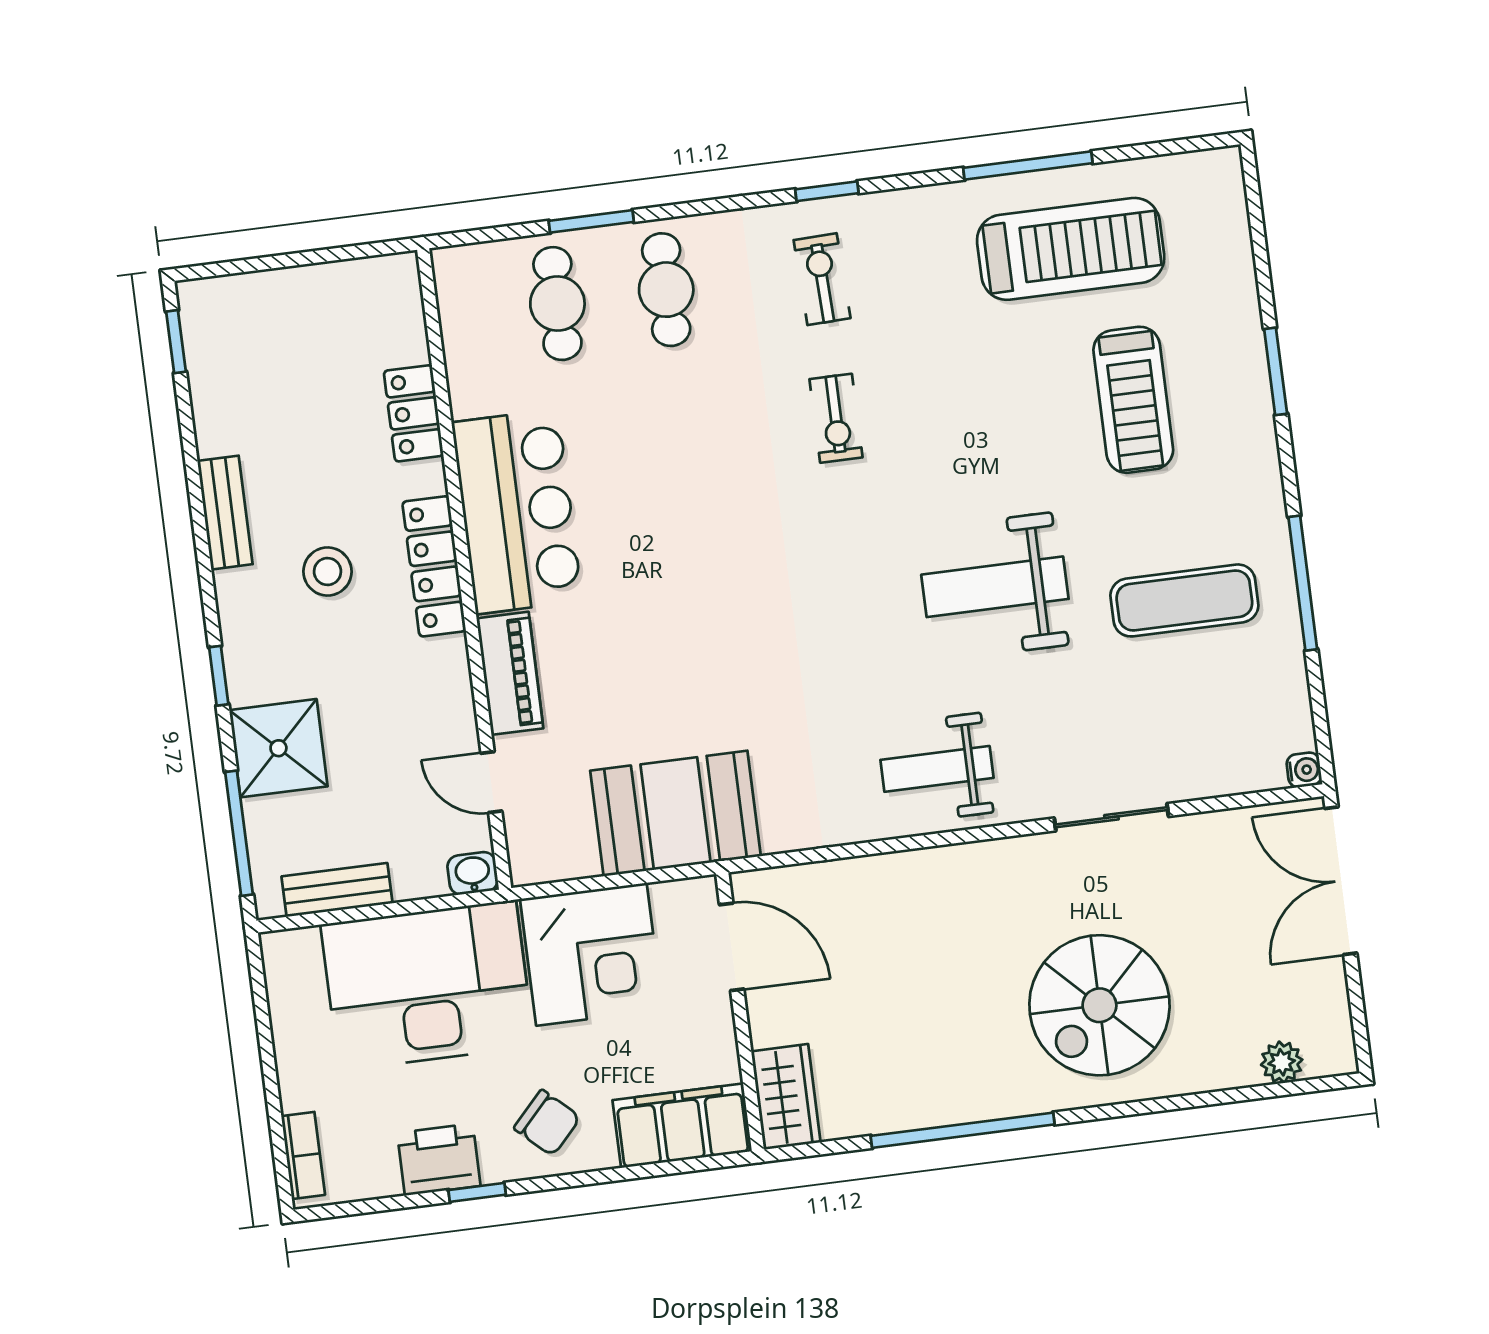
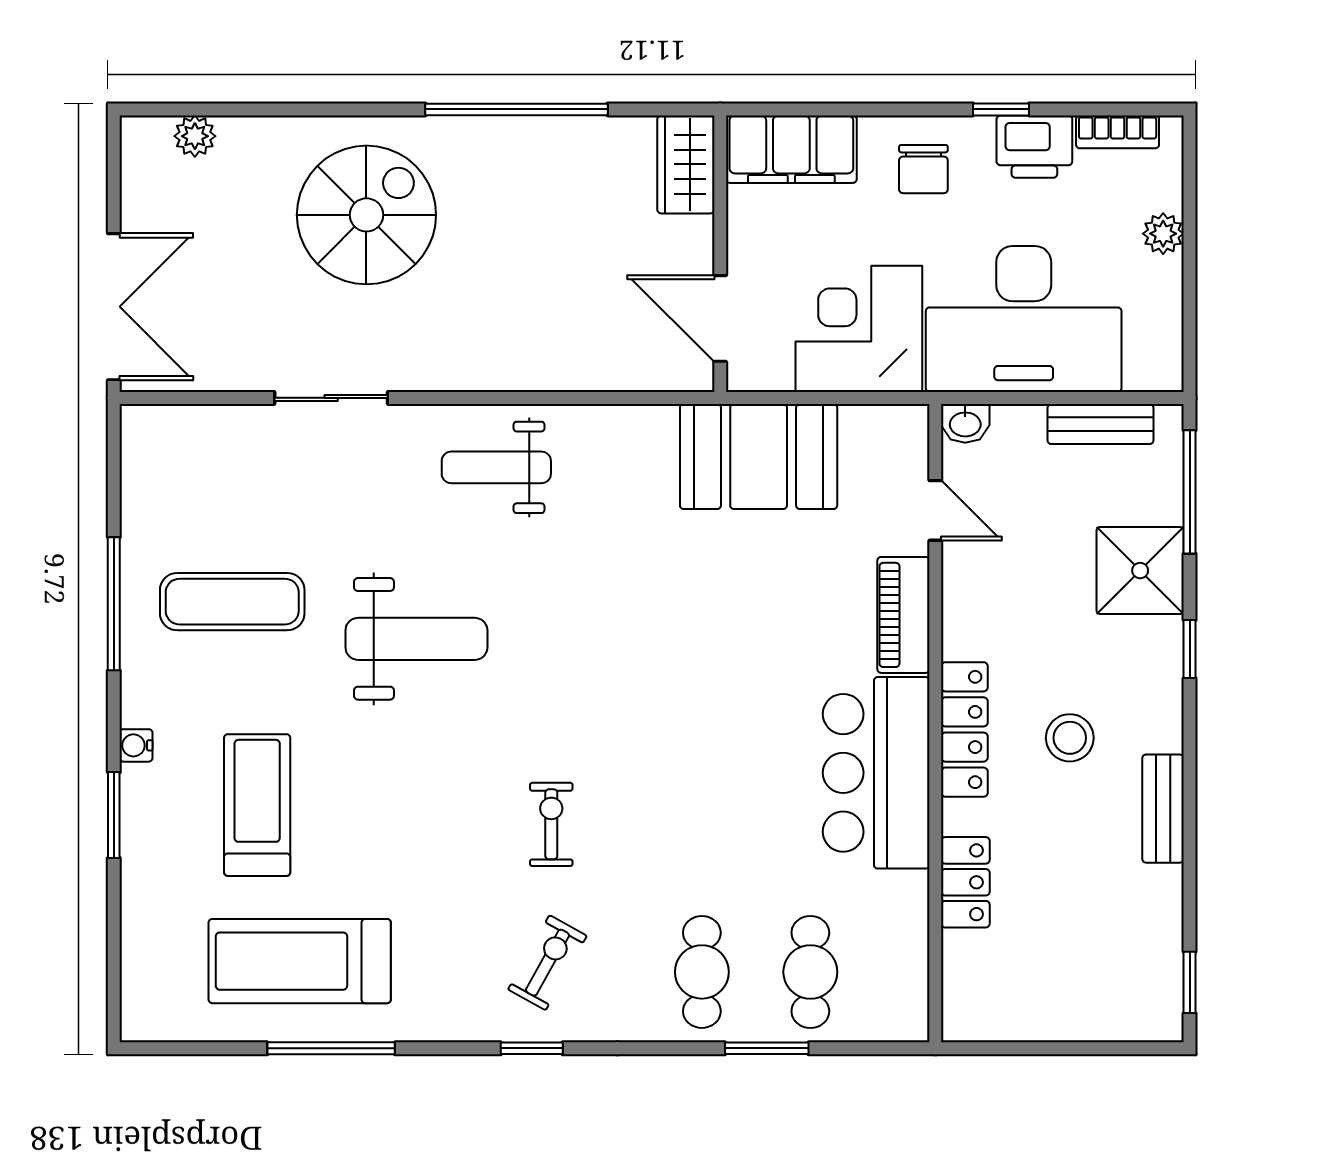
exercise bike: (822, 279) -> (548, 963), turned -149
weight bench: (937, 769) -> (496, 467), turned 180
water cooler: (1304, 770) -> (136, 745), moved
plant: (299, 1089) -> (1163, 234), added
chair: (547, 1123) -> (923, 169), turned -133
bookcase: (303, 1155) -> (1118, 132), moved, turned -90

